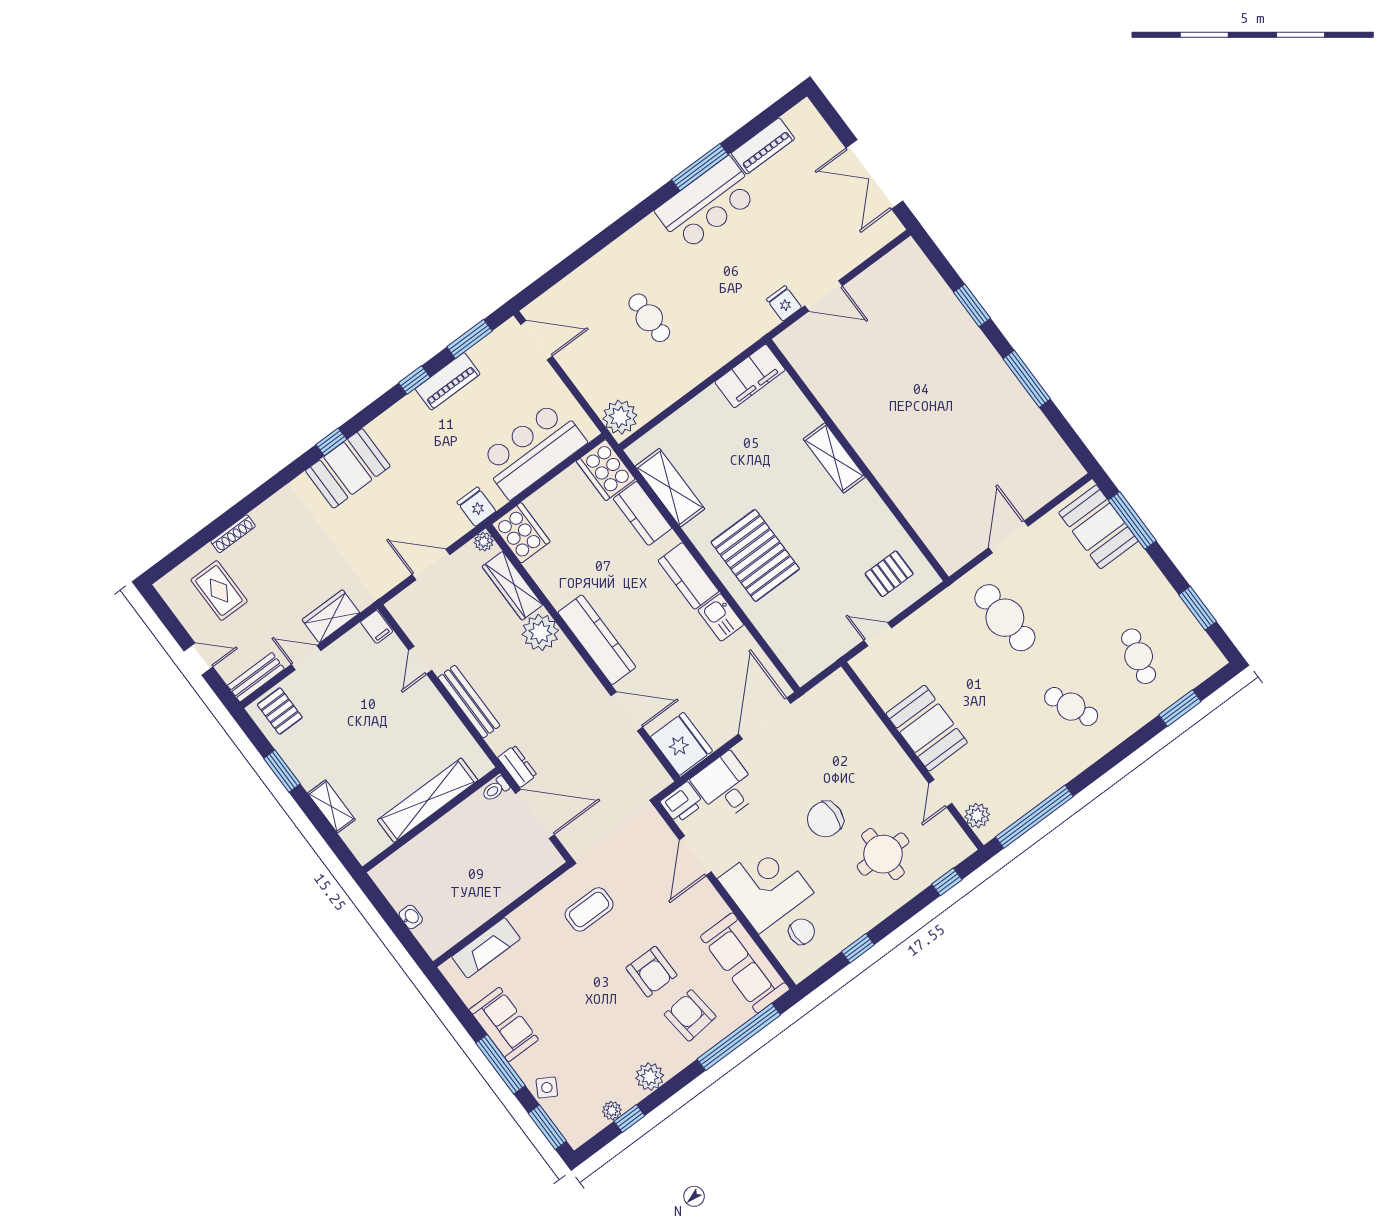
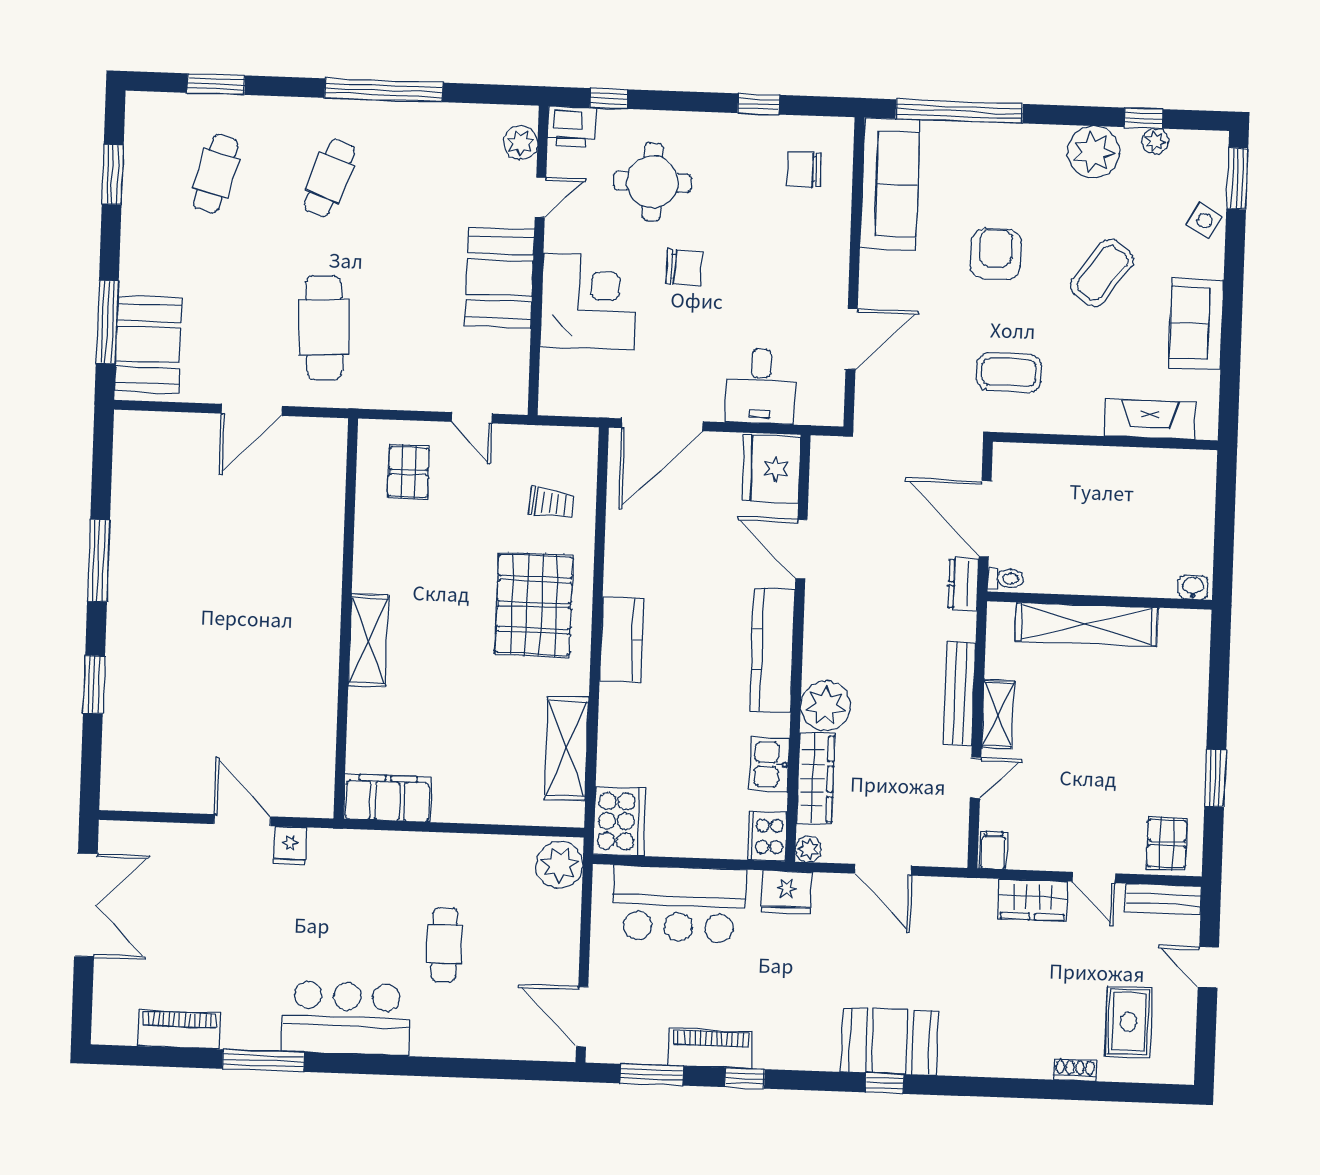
bar counter: (707, 204) -> (346, 1018), moved
fridge: (476, 507) -> (786, 892), width x1.38
kitchen counter: (643, 513) -> (617, 744), removed
cooker: (521, 533) -> (767, 836), width x0.73, depth x0.76
shoe rack: (233, 534) -> (1075, 1070), width x0.70
pallet: (889, 574) -> (409, 472), turned 90
kitchen sink: (721, 617) -> (769, 764), moved, turned 180
trolley: (792, 622) -> (551, 503), added
cafe table: (1071, 707) -> (329, 178), turned 45
printer: (682, 803) -> (572, 126), moved, turned 180
shelving: (331, 806) -> (998, 714), moved
window: (1034, 817) -> (384, 90), moved
chair: (825, 819) -> (684, 267), width x0.73, depth x0.73
corner desk: (766, 886) -> (589, 302), moved, turned 180
washbasin: (411, 917) -> (1193, 587), moved, turned 90
coffee table: (581, 1010) -> (1102, 273), added
armchair: (690, 1015) -> (992, 175), removed
window: (500, 1064) -> (1233, 284), removed
plant: (650, 1077) -> (1093, 152), width x1.36, depth x1.36

